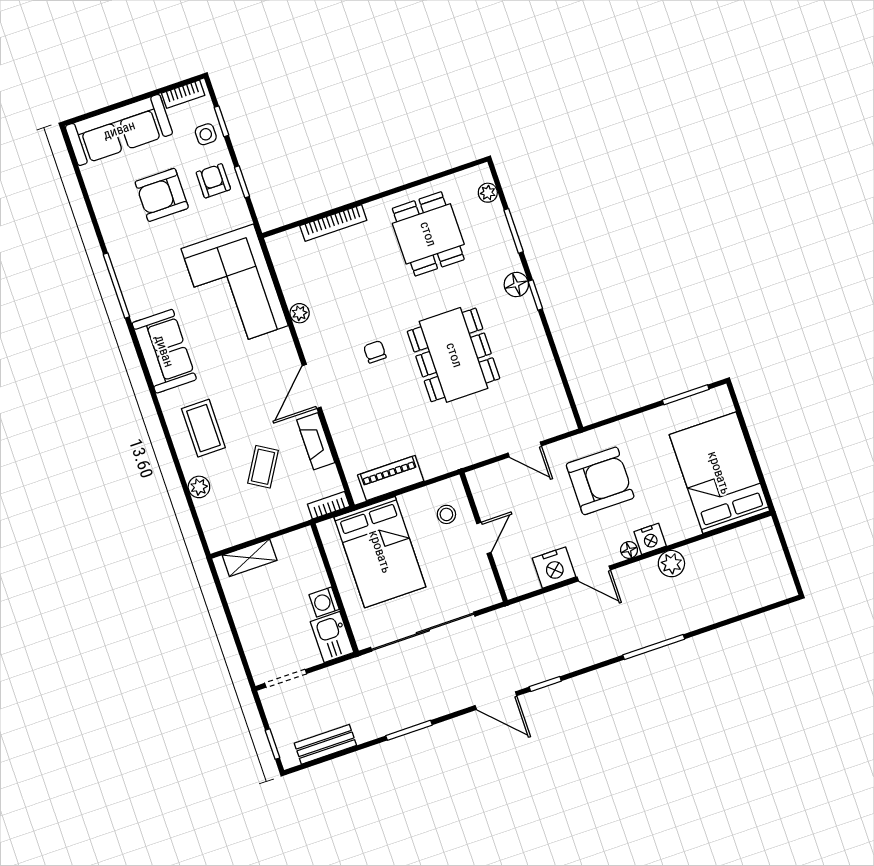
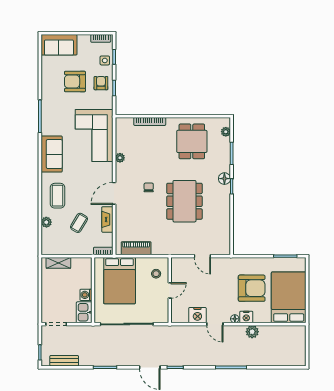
sofa: (119, 130) -> (59, 45), width x0.73
armchair: (600, 481) -> (252, 288), moved

